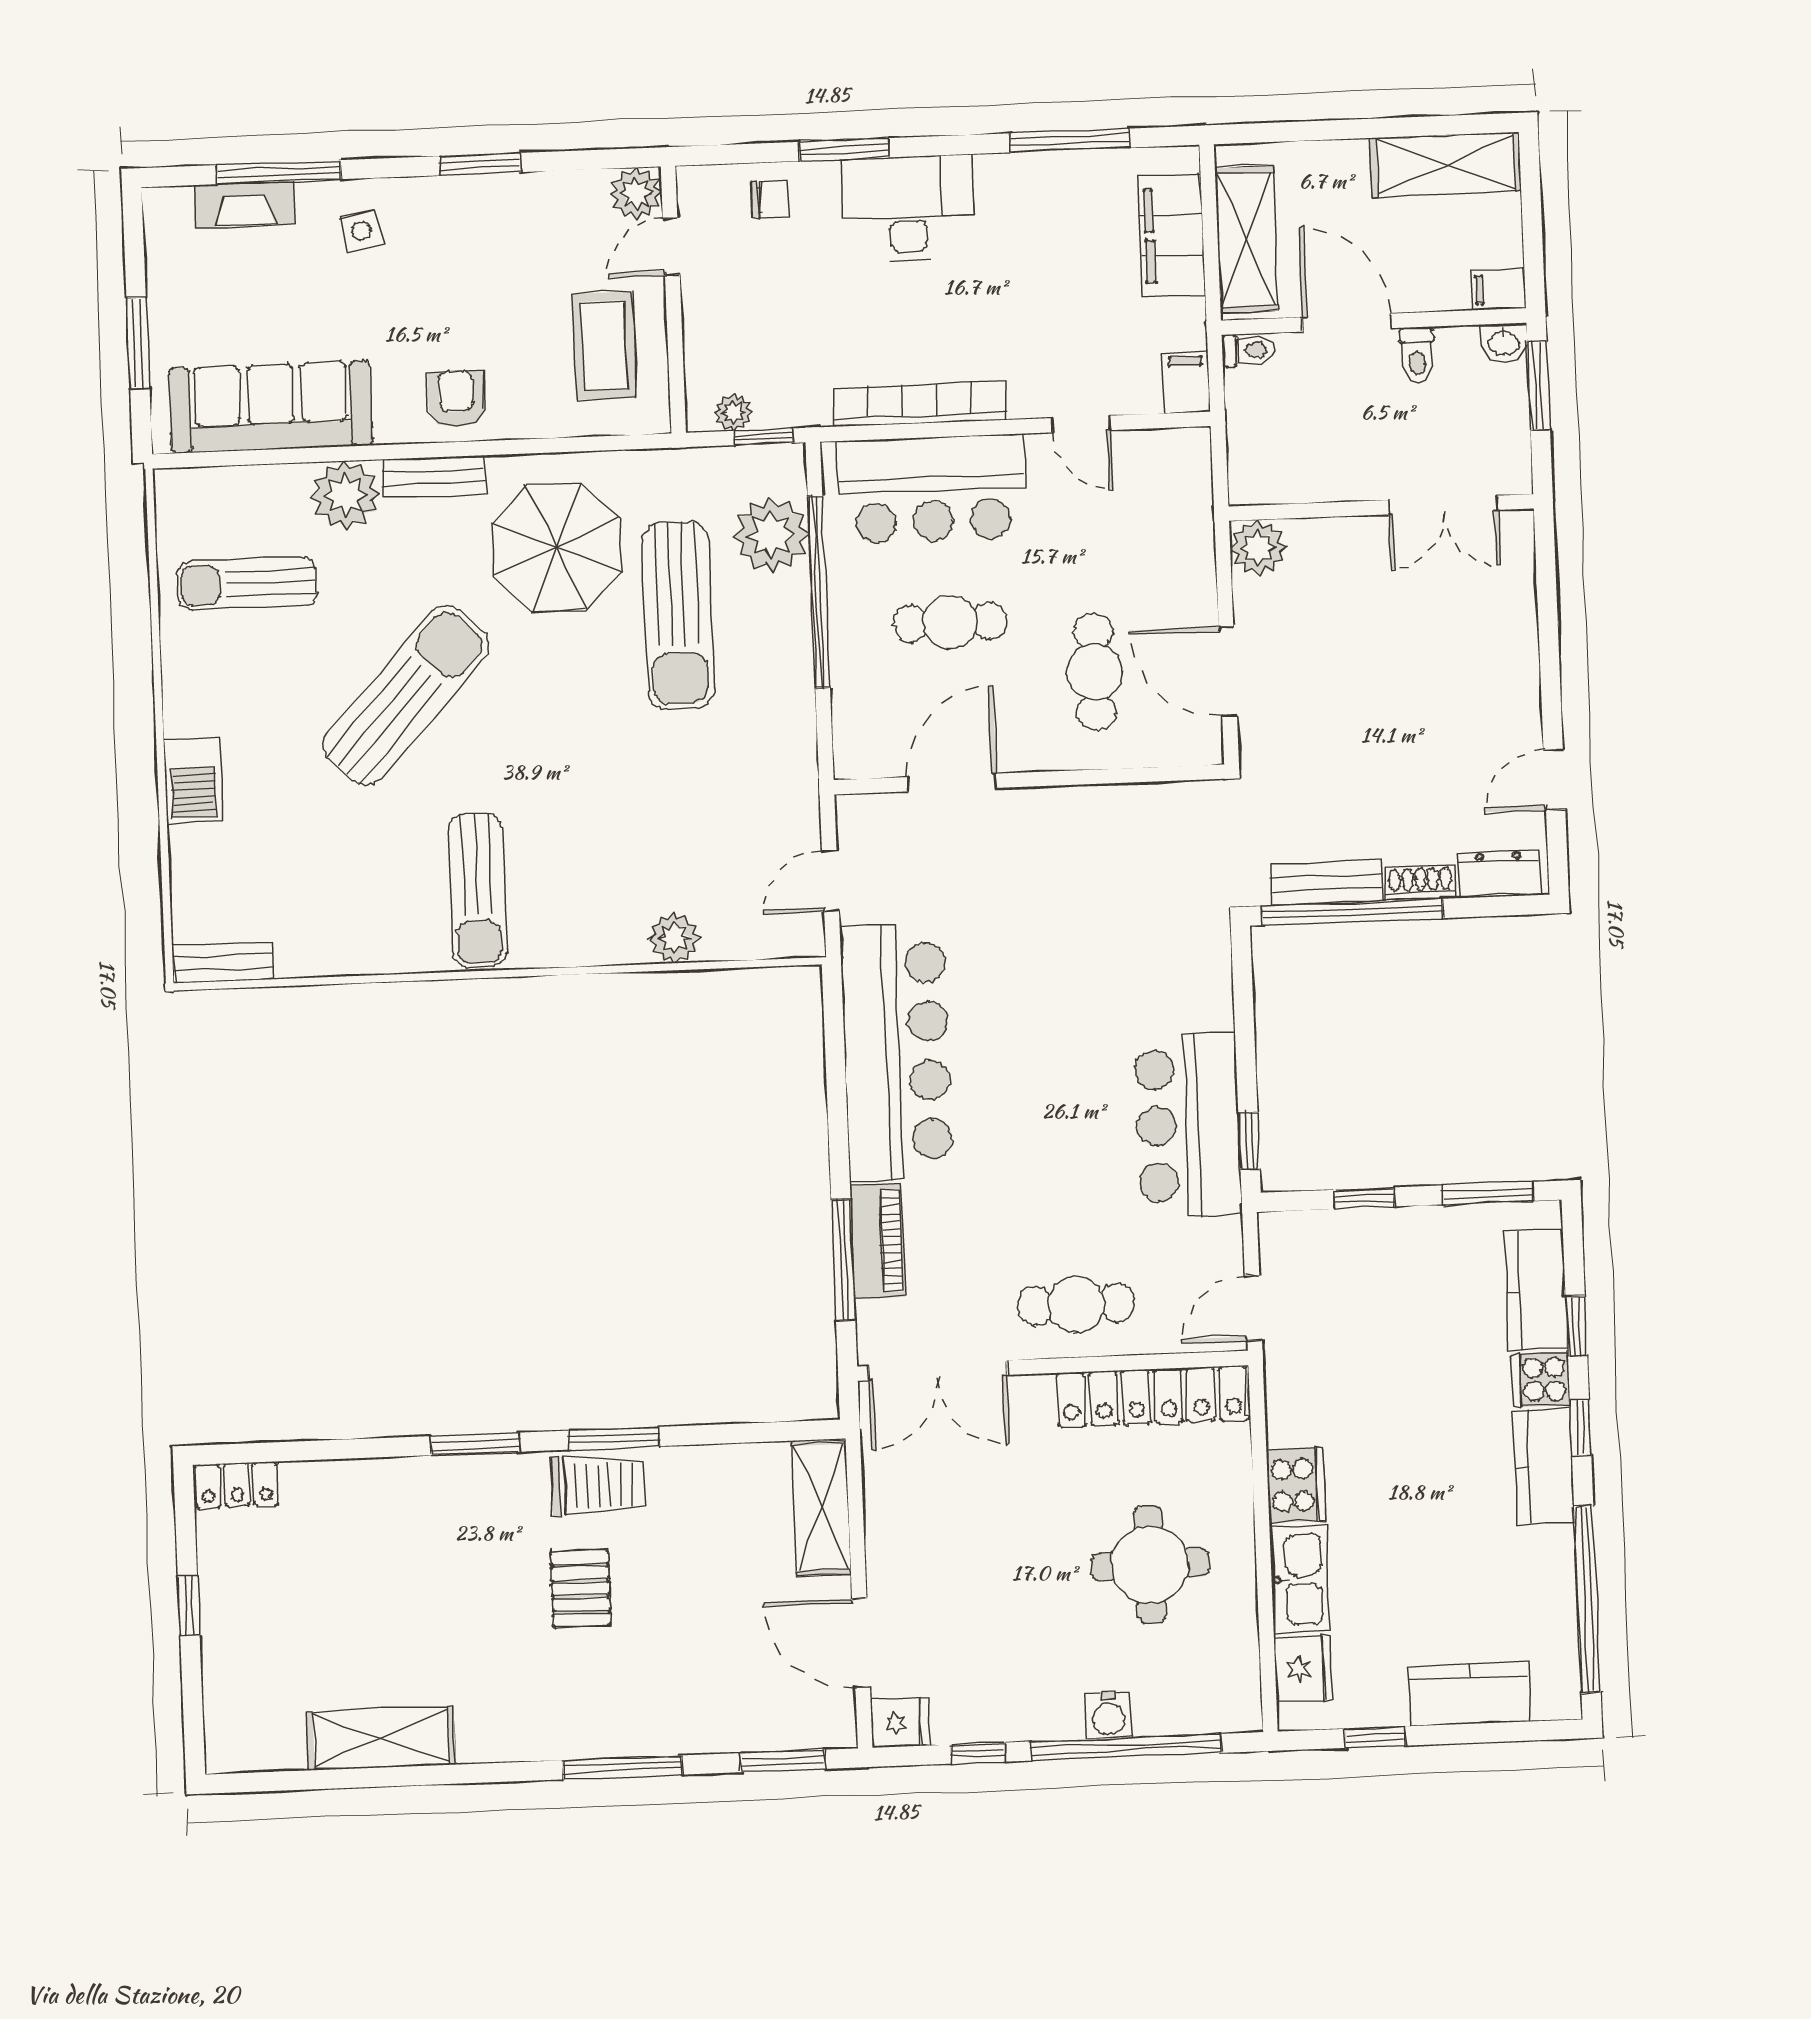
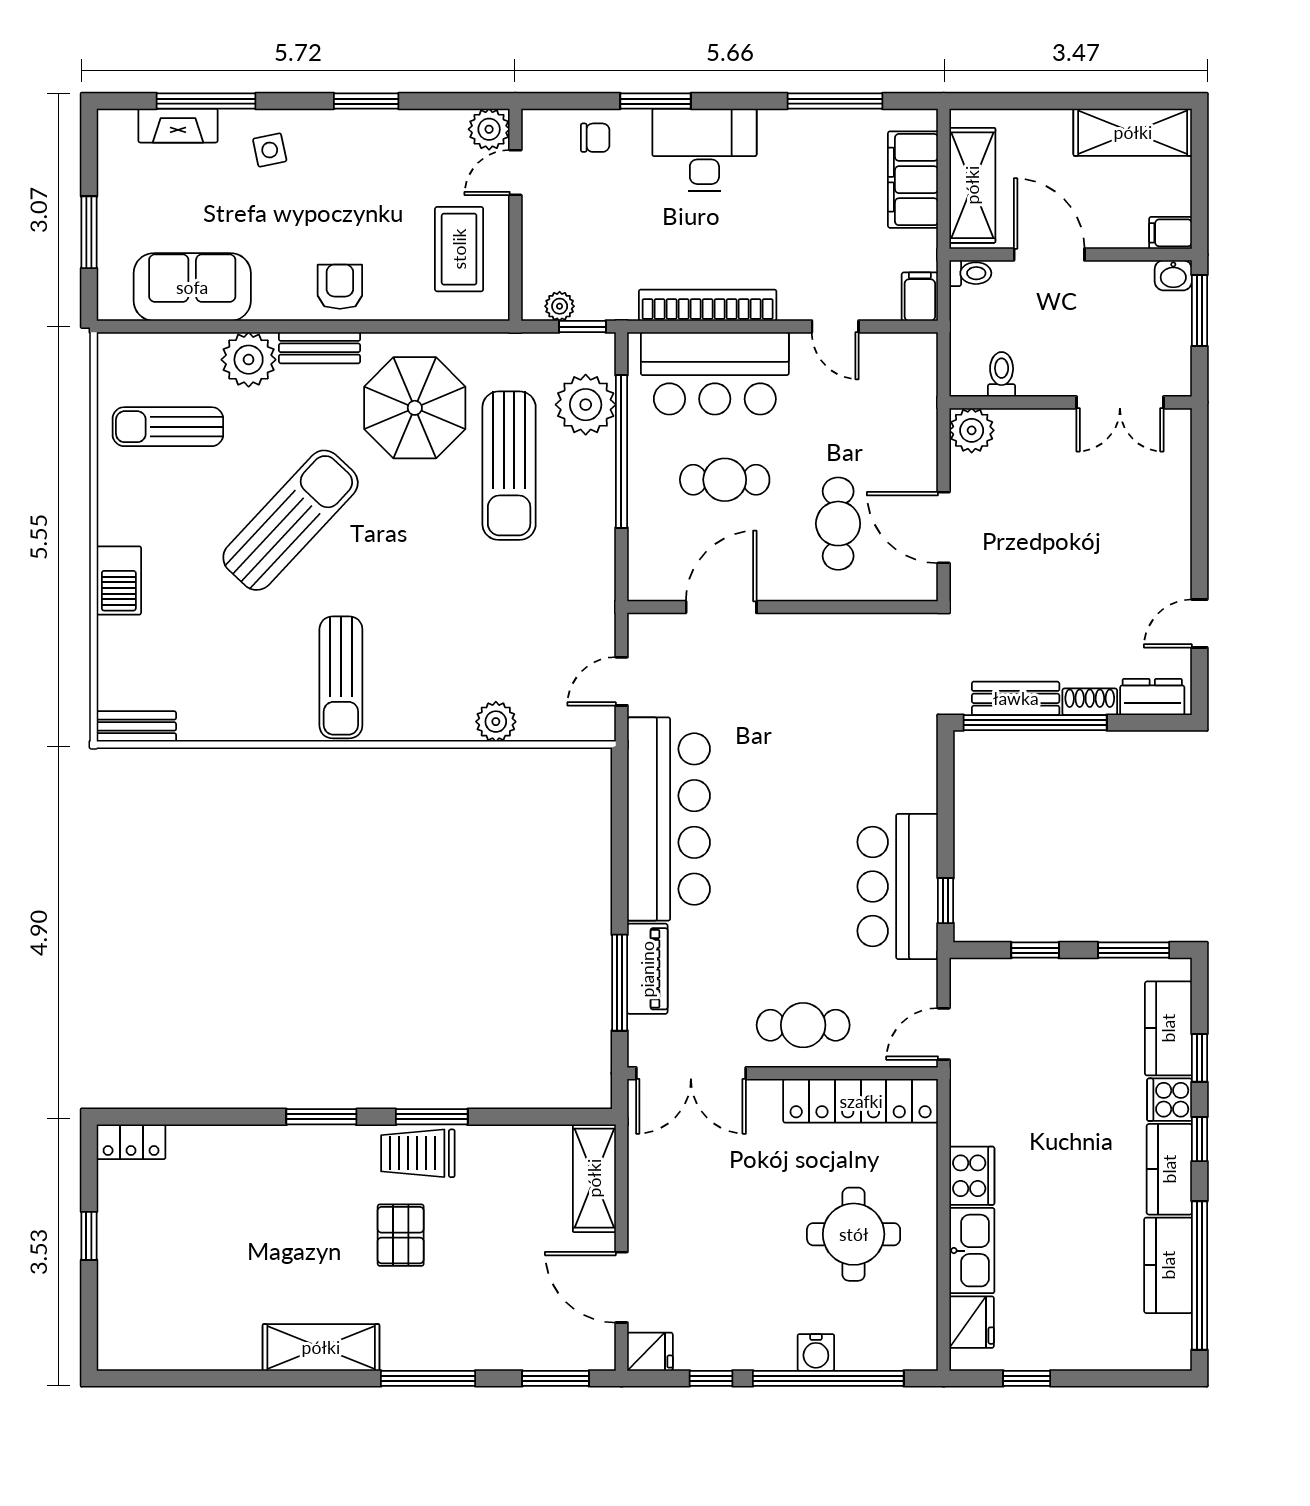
toilet: (1417, 355) -> (1002, 374), moved, turned 180
sofa: (271, 407) -> (192, 287), width x0.73
trolley: (598, 1485) -> (418, 1153), turned 180
kitchen counter: (1470, 1694) -> (1168, 1265), moved, turned -90
shelving: (381, 1738) -> (321, 1347), moved

